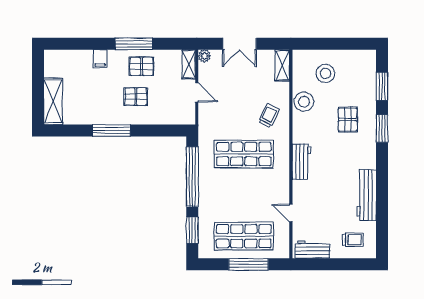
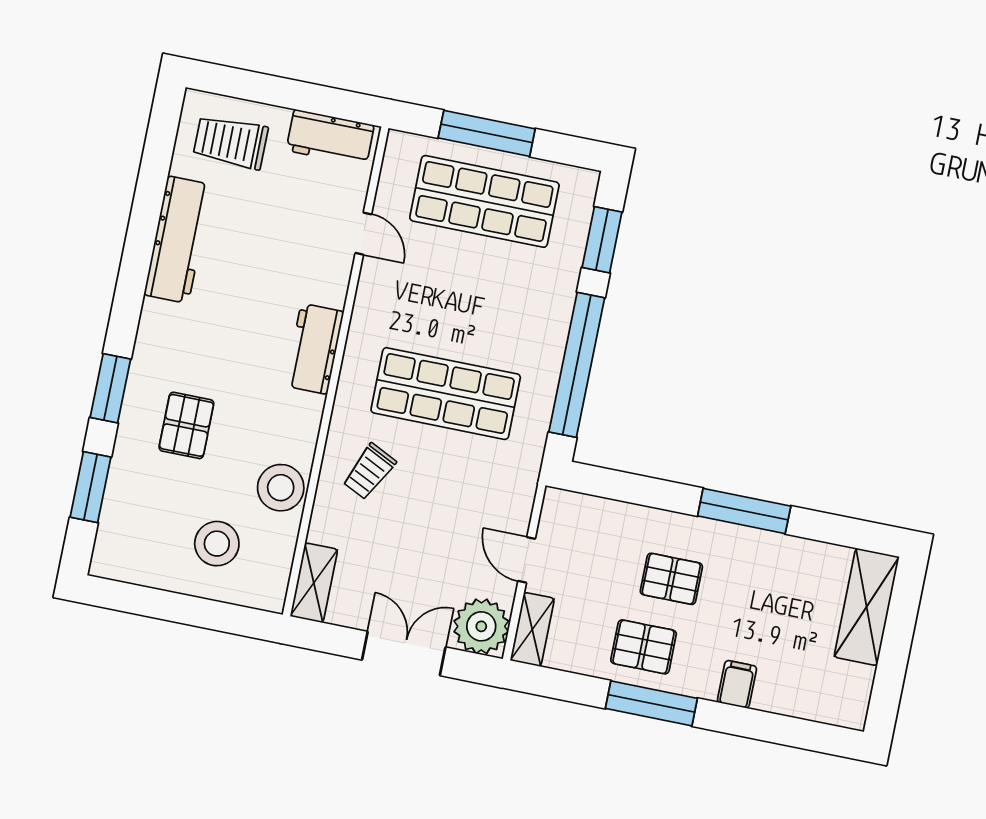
plant: (204, 56) -> (481, 626), width x1.87, depth x1.87
trolley: (353, 240) -> (231, 142), width x1.36, depth x1.39

